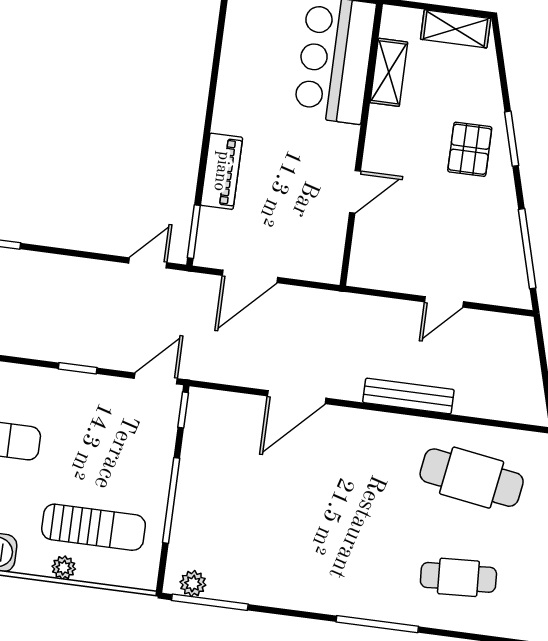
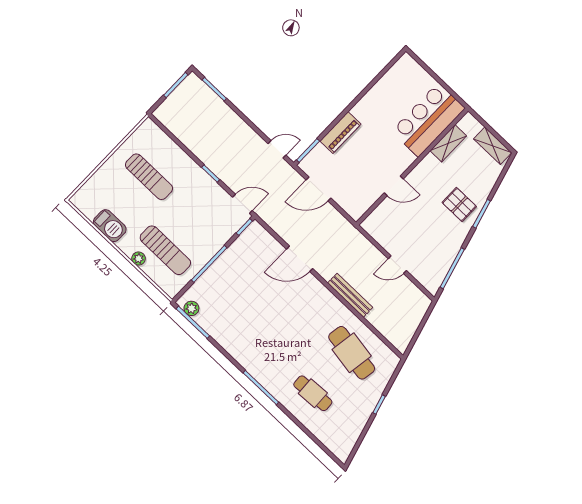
pallet: (470, 149) -> (459, 205), turned 90

